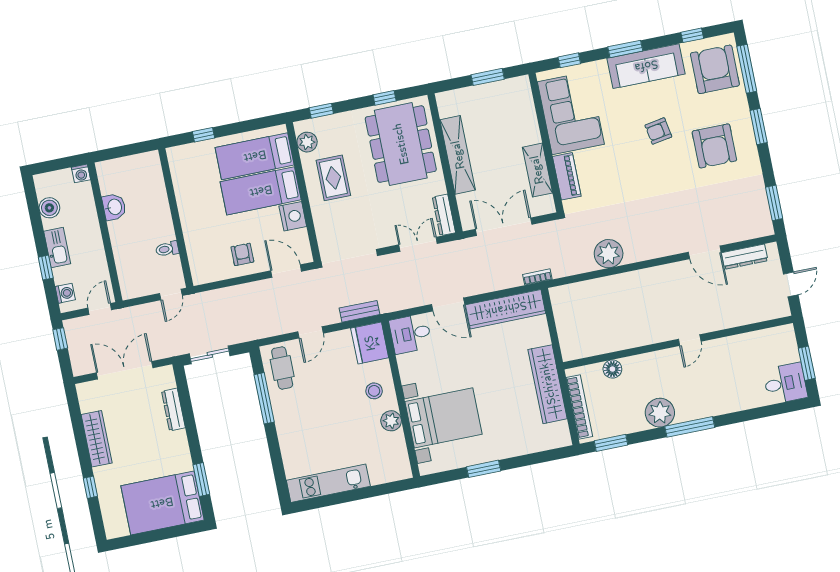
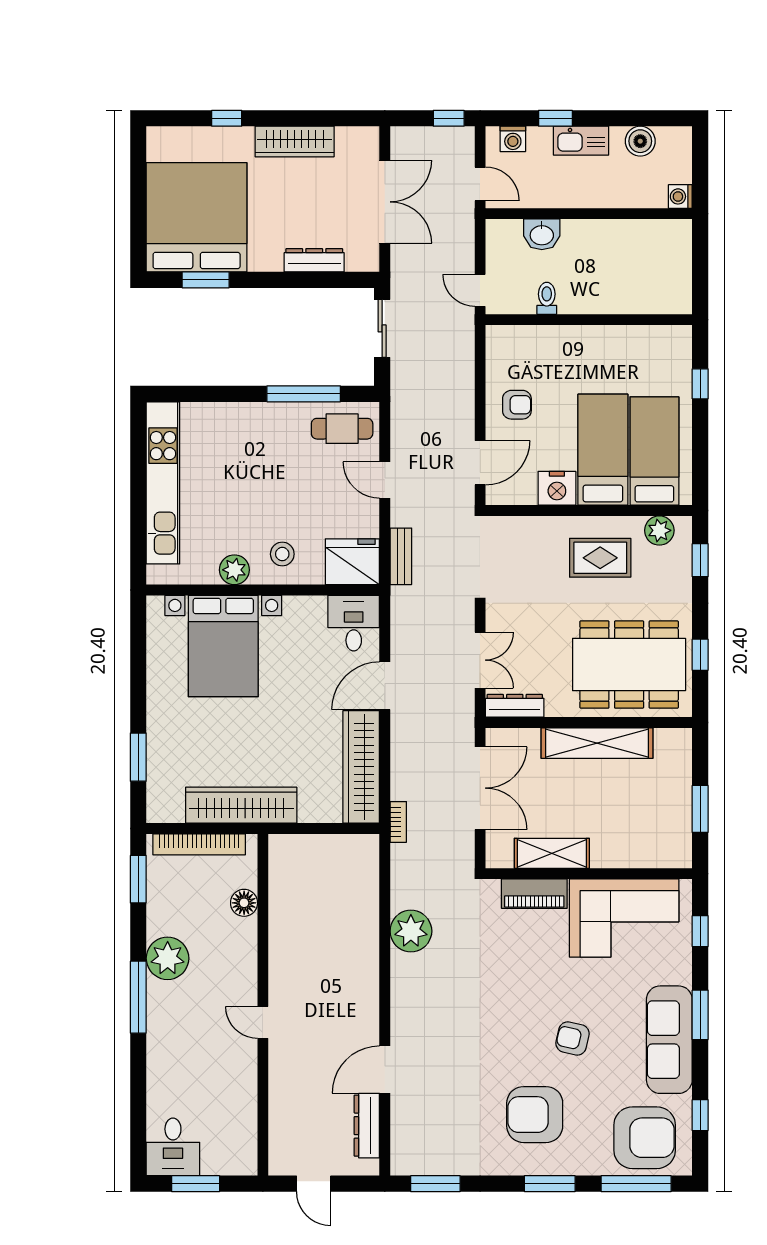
armchair: (658, 131) -> (573, 1038), turned -67
washbasin: (114, 207) -> (542, 234), moved
window: (484, 469) -> (138, 757), moved
kitchen unit: (328, 483) -> (163, 483), width x1.36
bed: (162, 503) -> (197, 217), width x1.36

